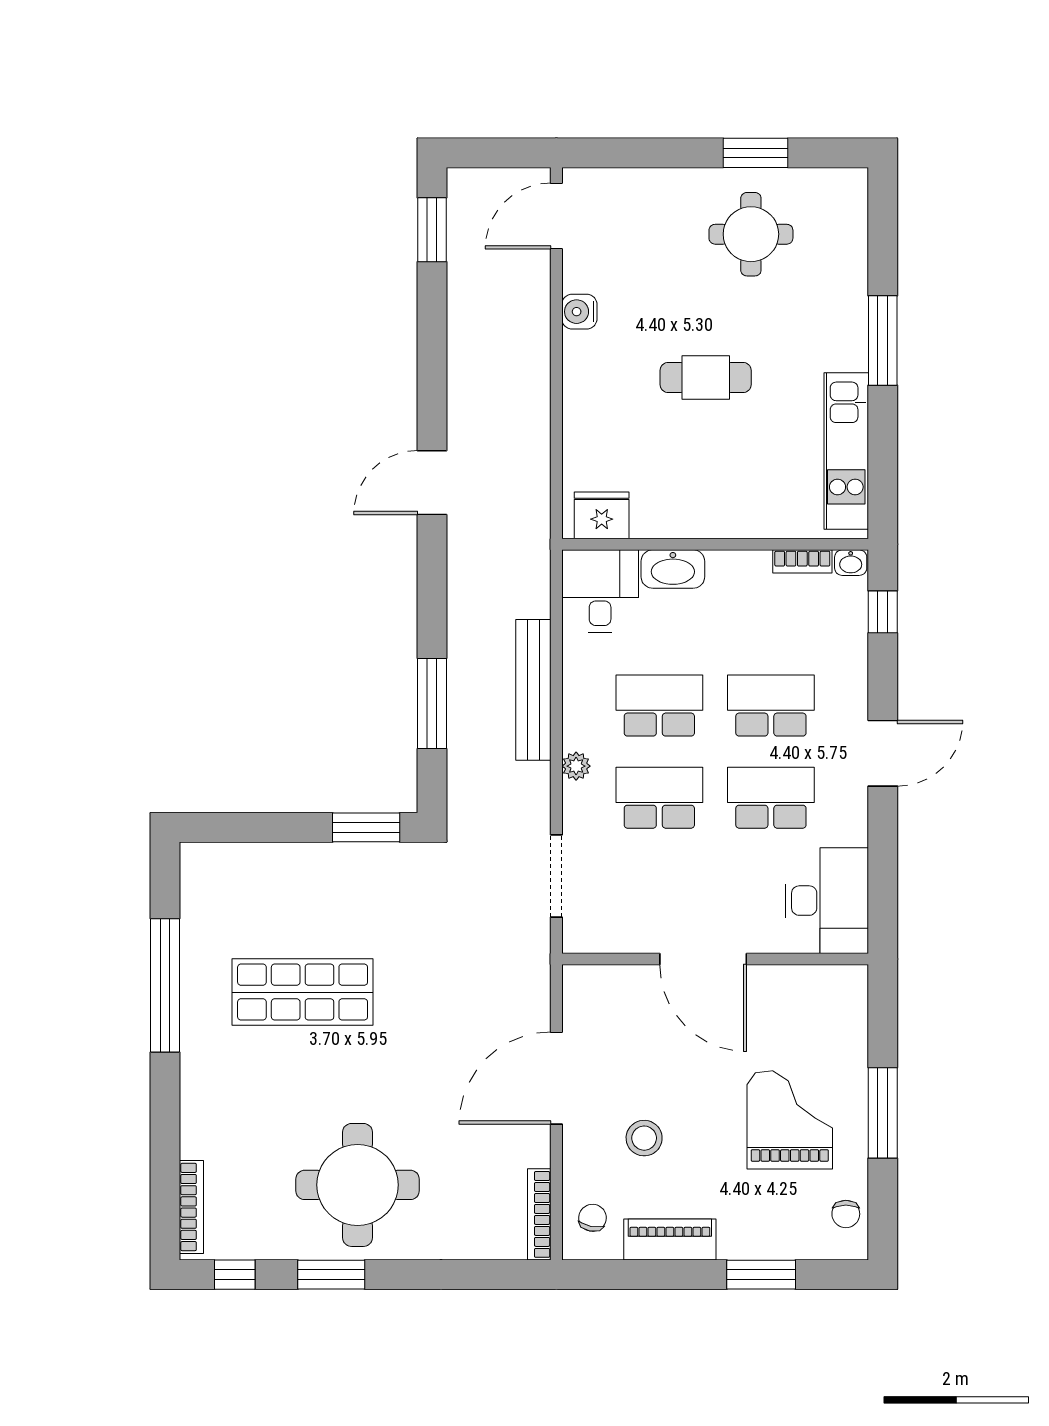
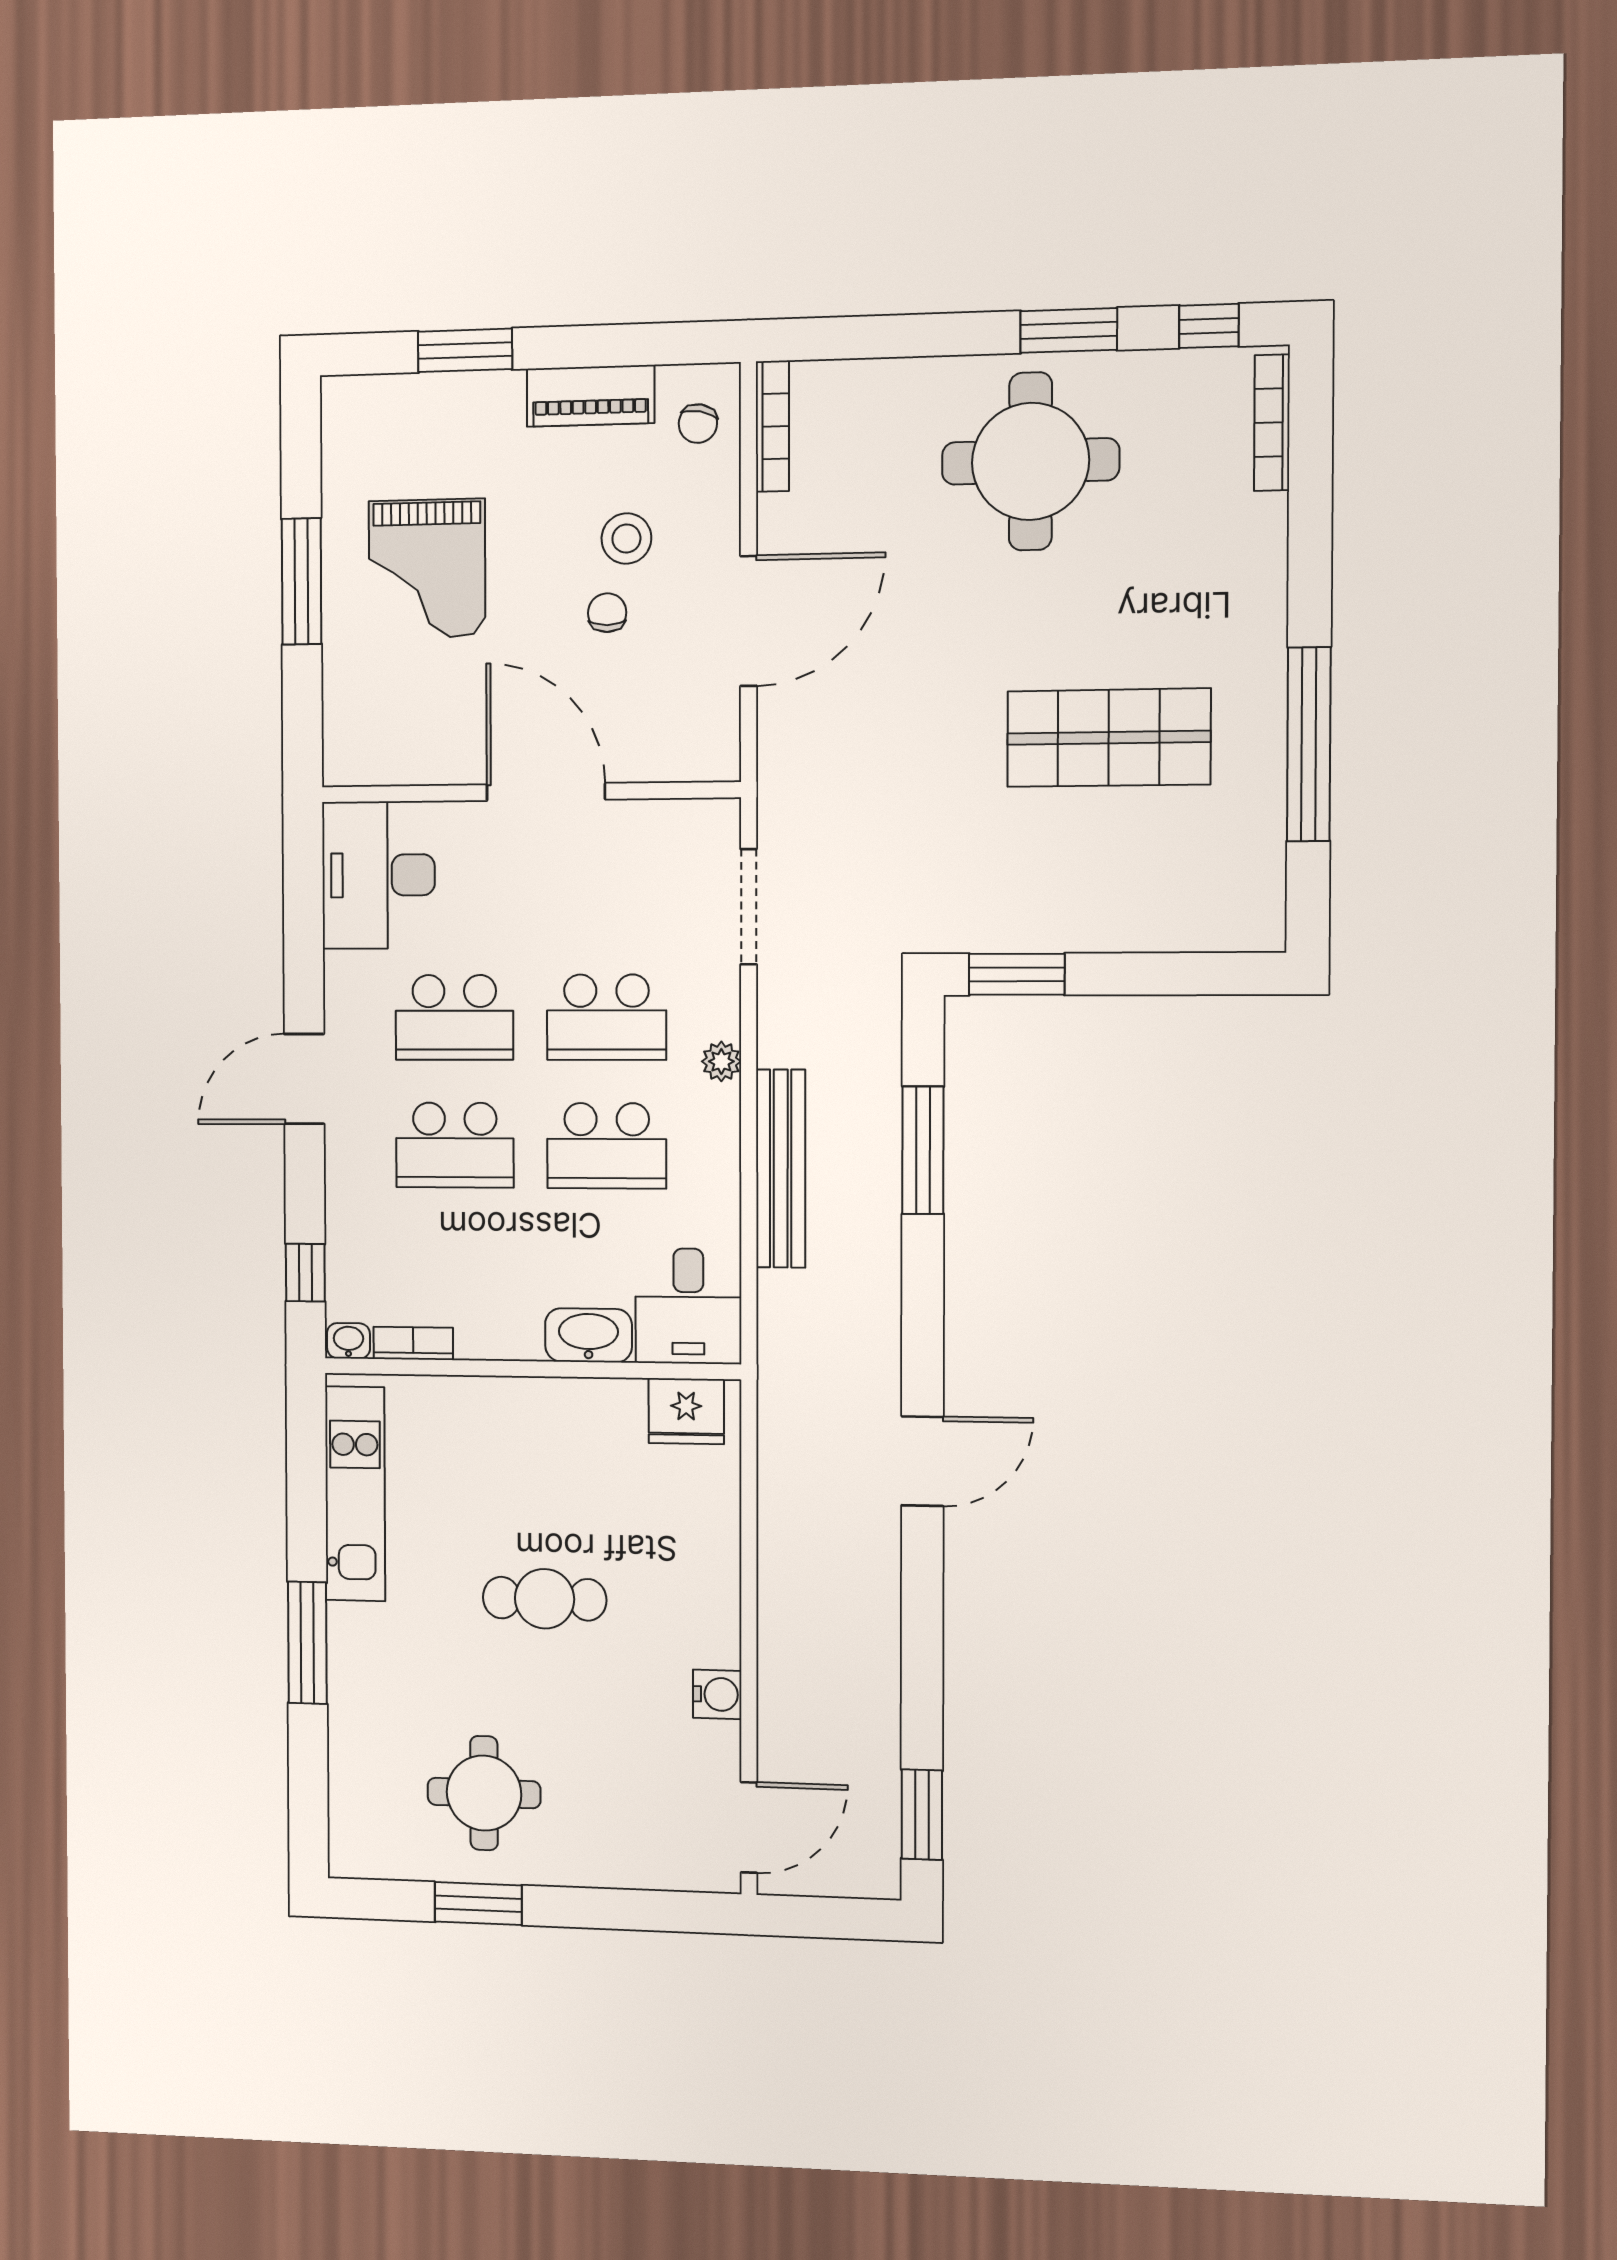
chair: (846, 1214) -> (607, 613), moved

